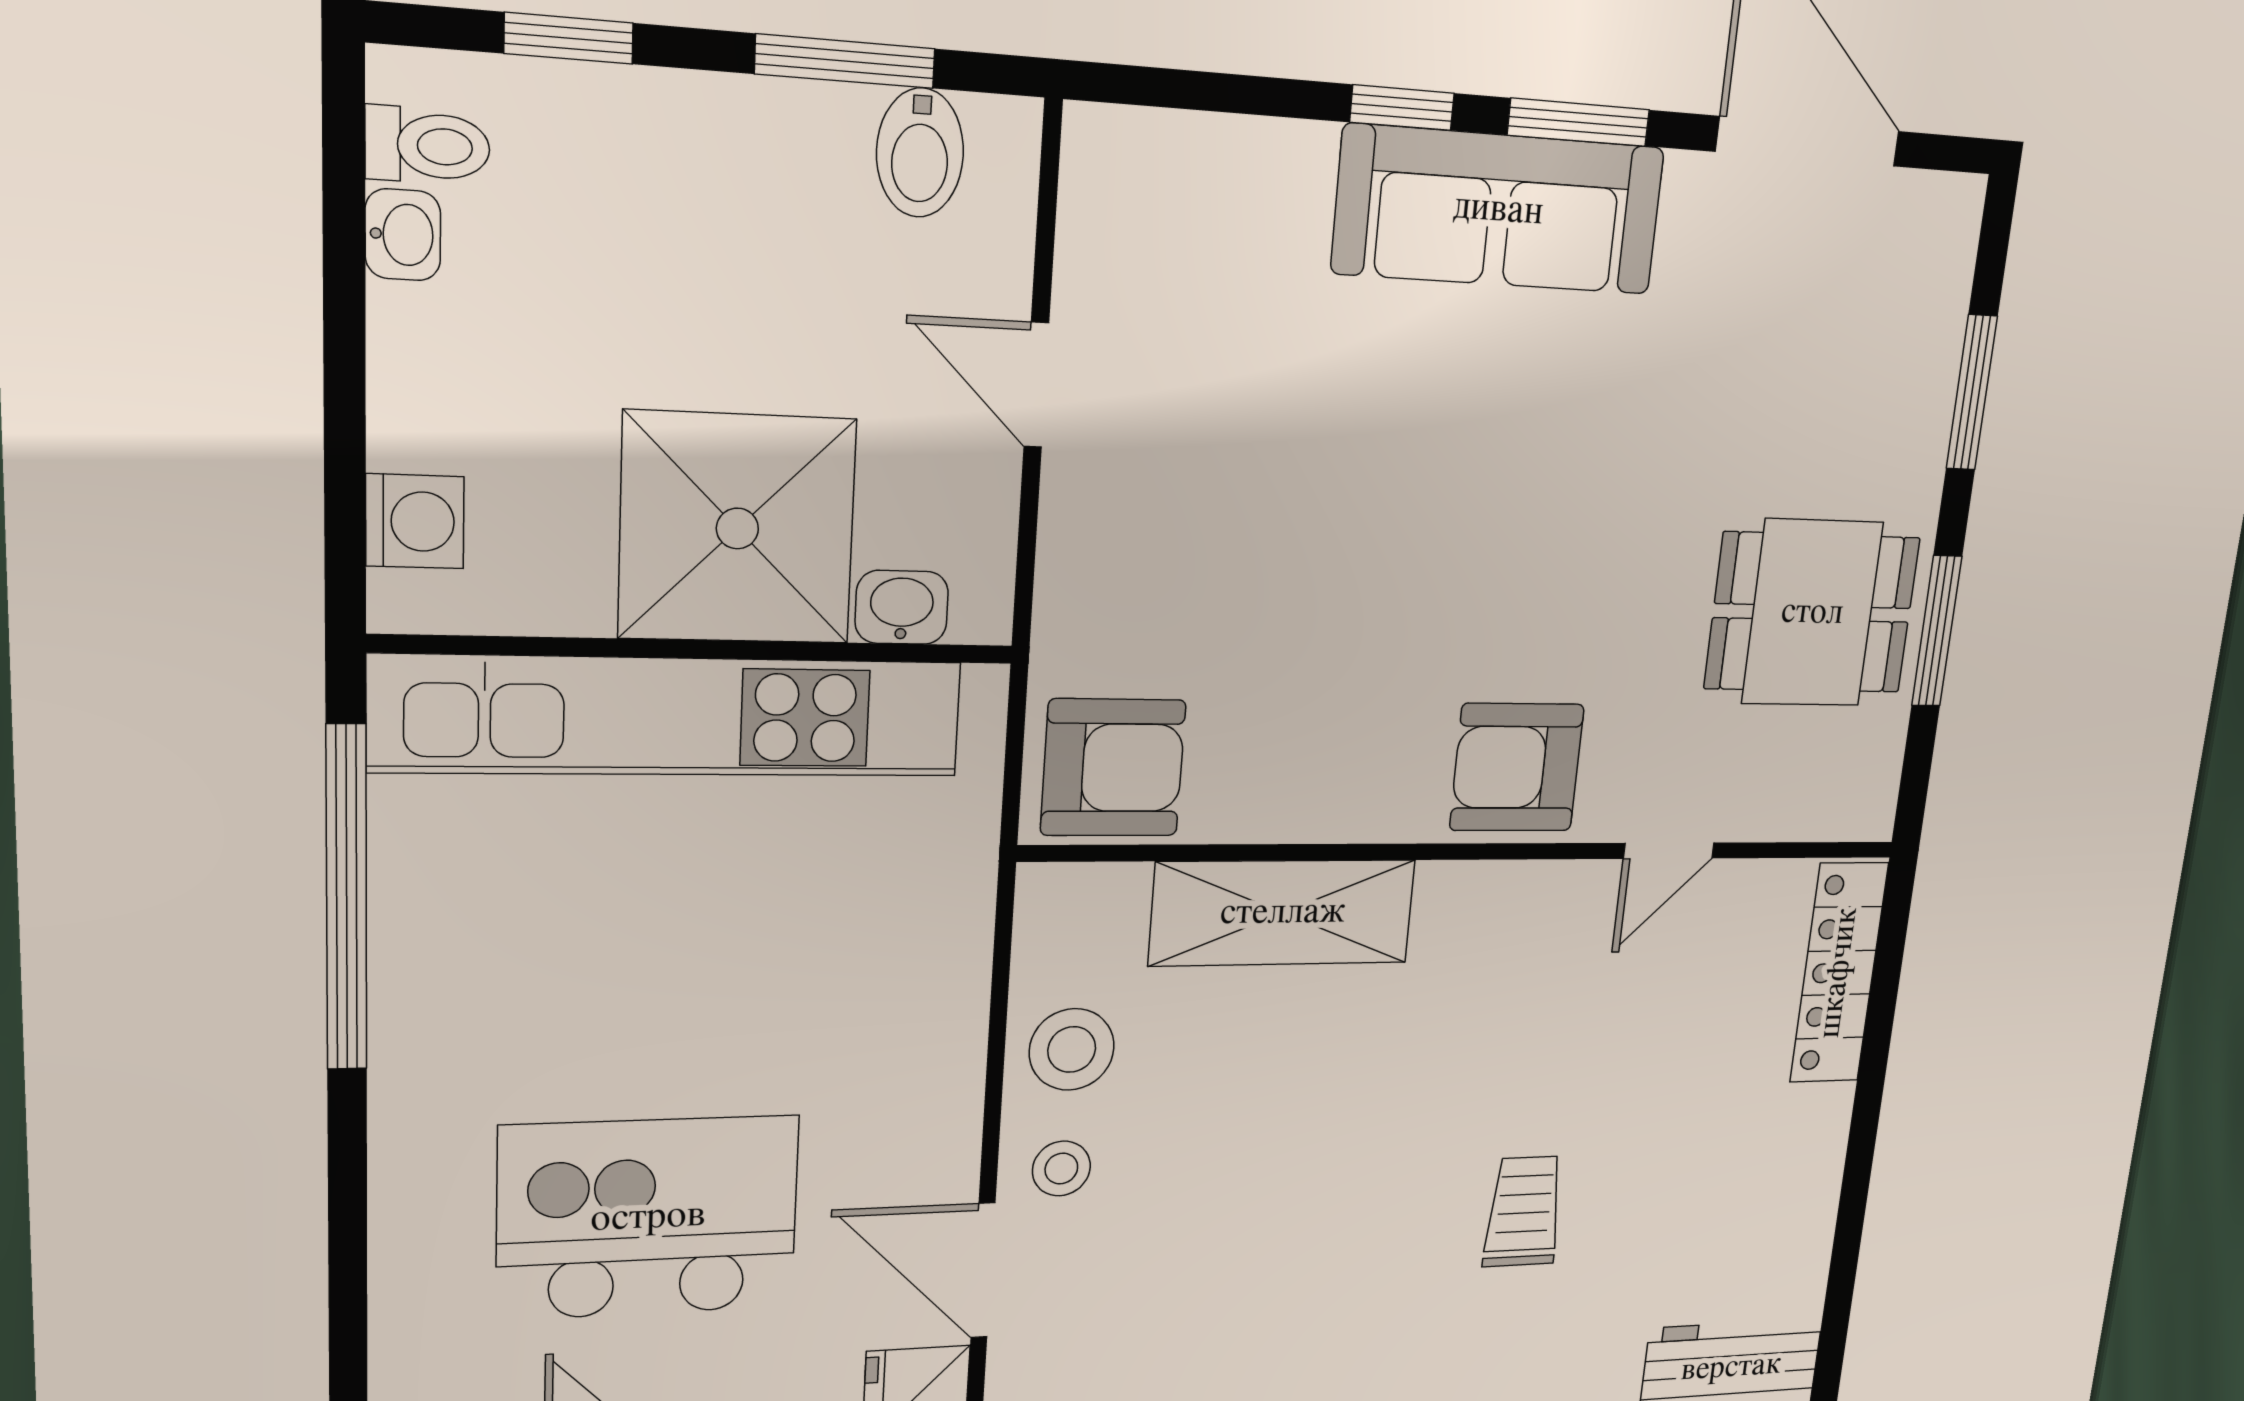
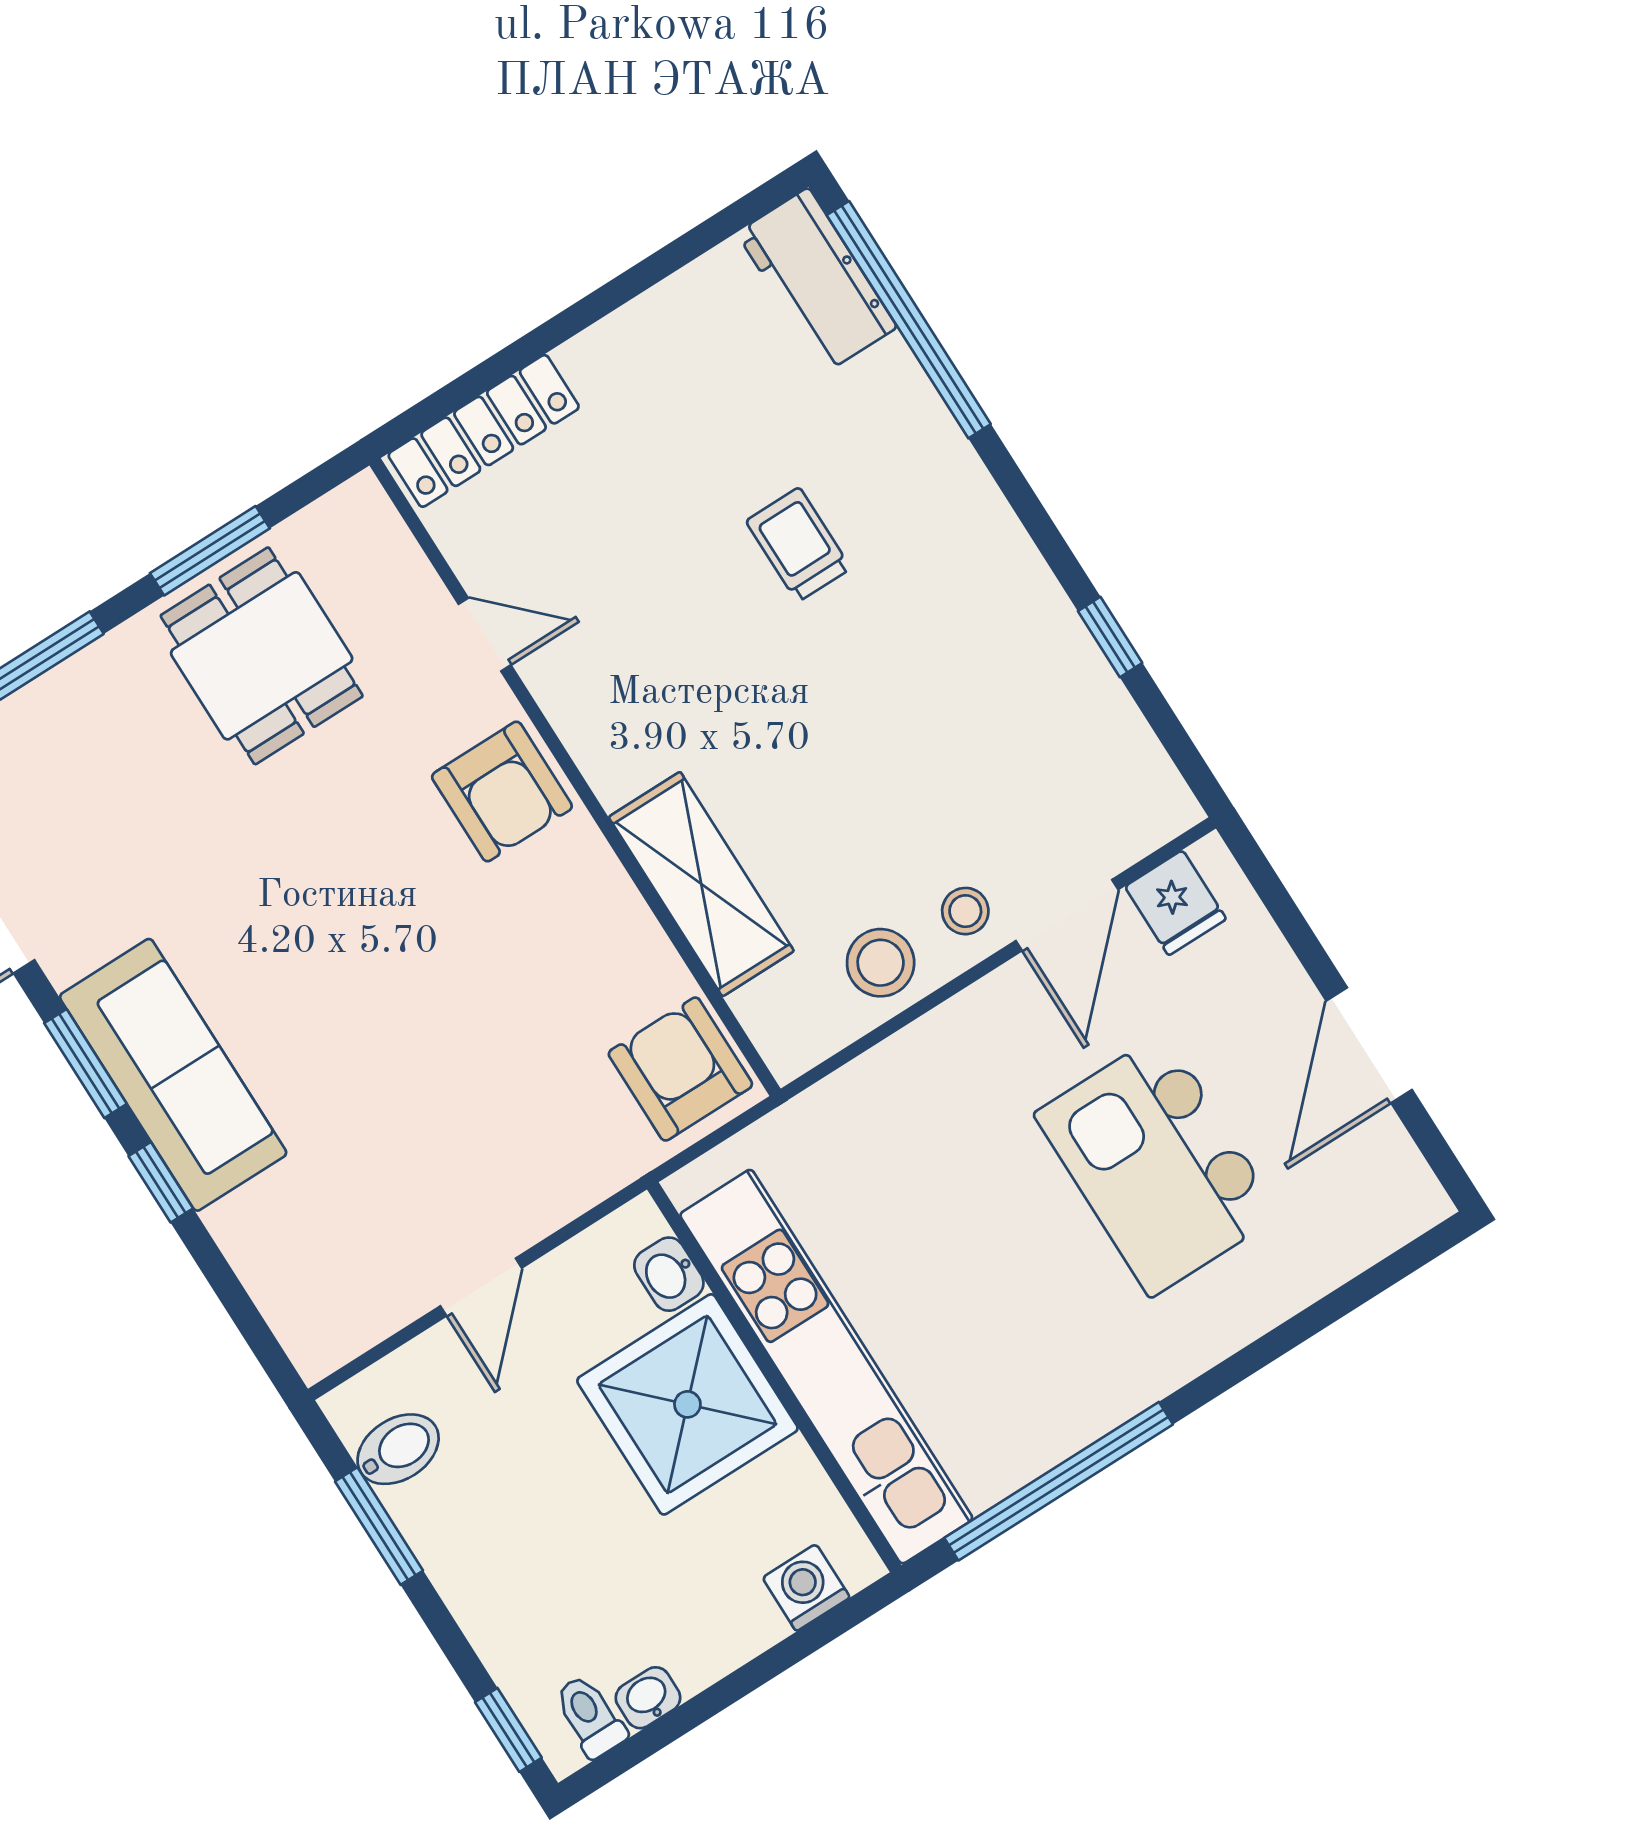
window: (569, 38) -> (508, 1730), moved
trolley: (1524, 1211) -> (798, 545), turned 90

